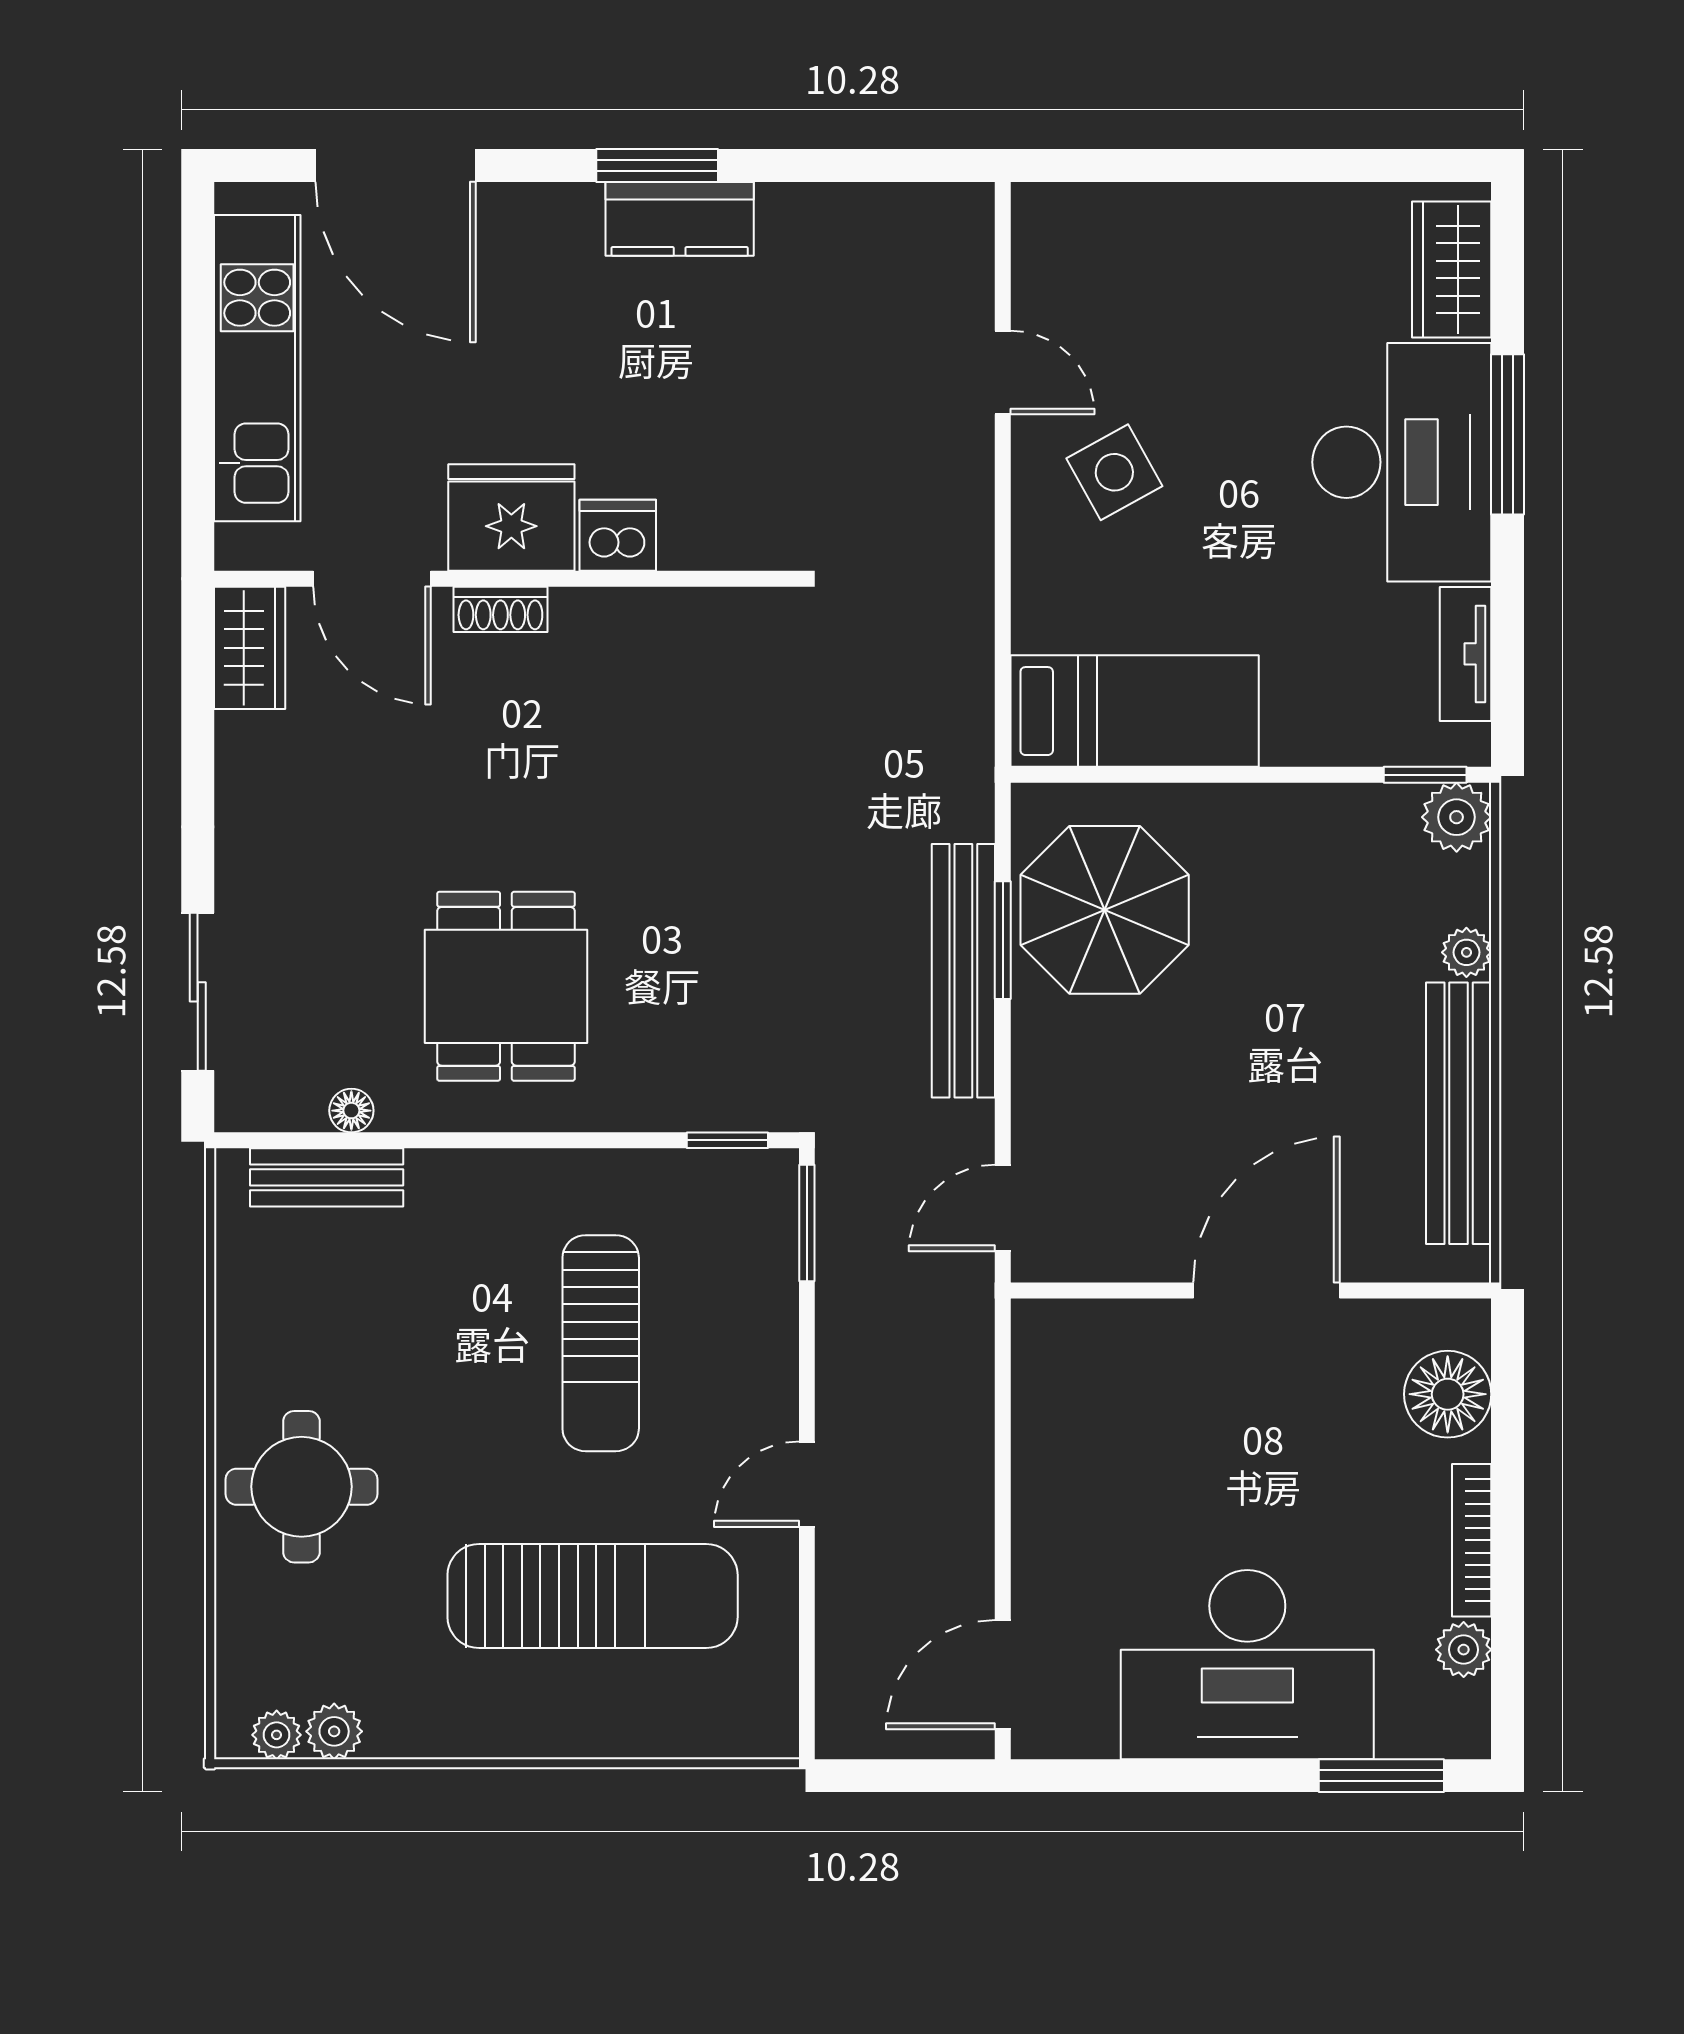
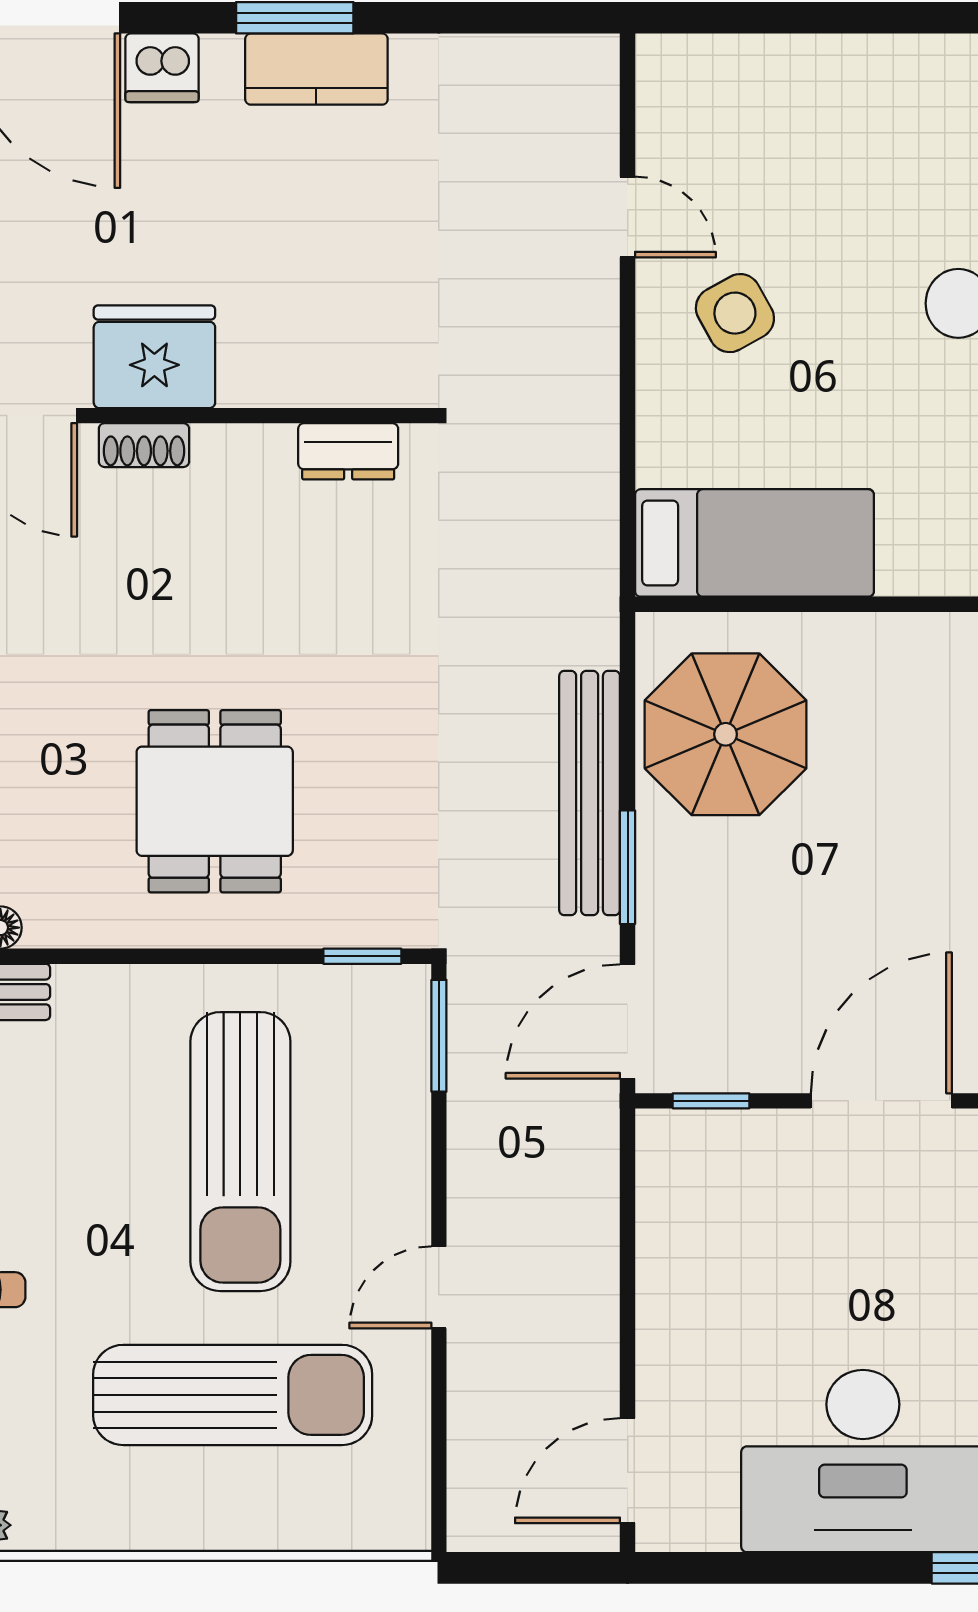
dishwasher: (618, 535) -> (162, 68), moved, turned 180
dresser: (713, 616) -> (348, 451), added
window: (1003, 940) -> (628, 867), moved
dining table: (506, 986) -> (215, 801), moved
door: (1003, 1208) -> (628, 1021), width x1.38
window: (1090, 1290) -> (711, 1101), added
sun lounger: (601, 1343) -> (240, 1152), width x1.36, depth x1.34

